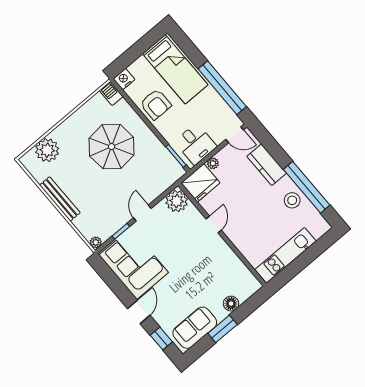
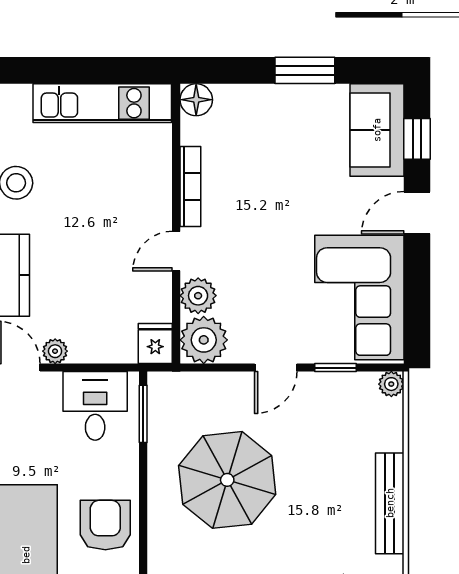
parasol: (112, 147) -> (227, 480), moved
plant: (213, 163) -> (55, 351), moved
fridge: (201, 183) -> (155, 343), width x0.53, depth x0.75
plant: (192, 215) -> (198, 296), added
bookcase: (228, 252) -> (190, 186), added
floor lamp: (231, 304) -> (196, 100), moved
sofa: (195, 328) -> (377, 130), moved, turned 90

